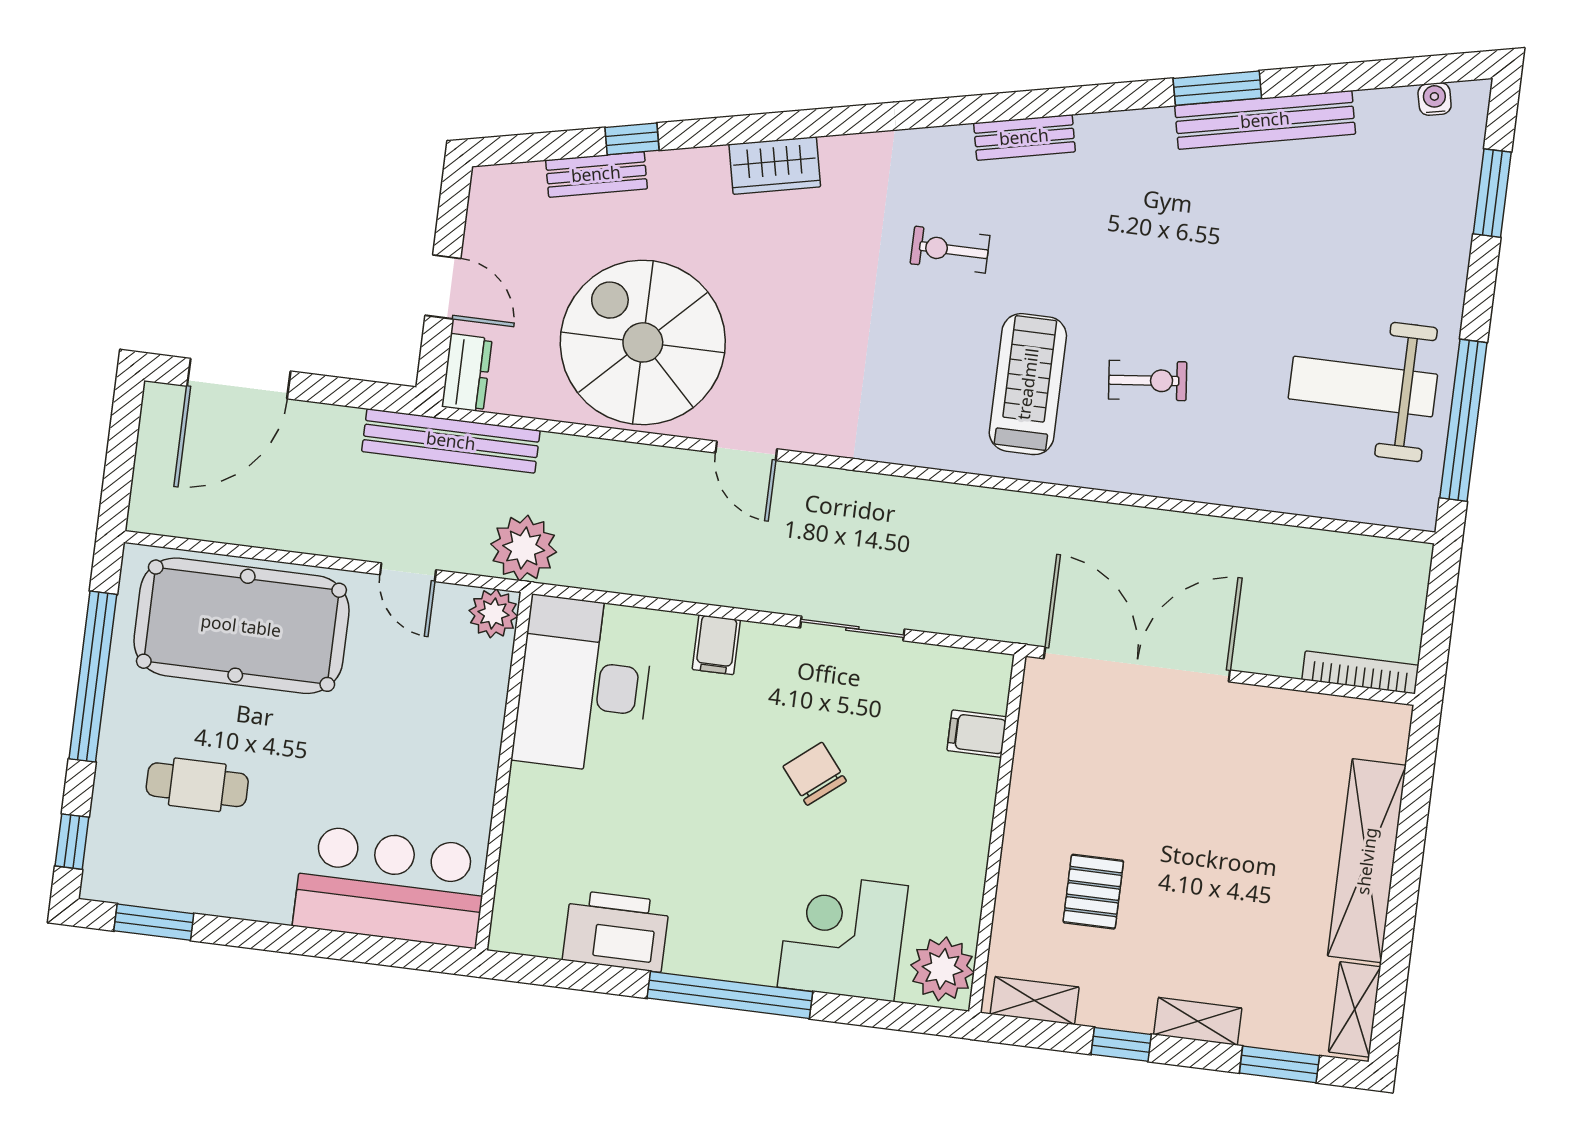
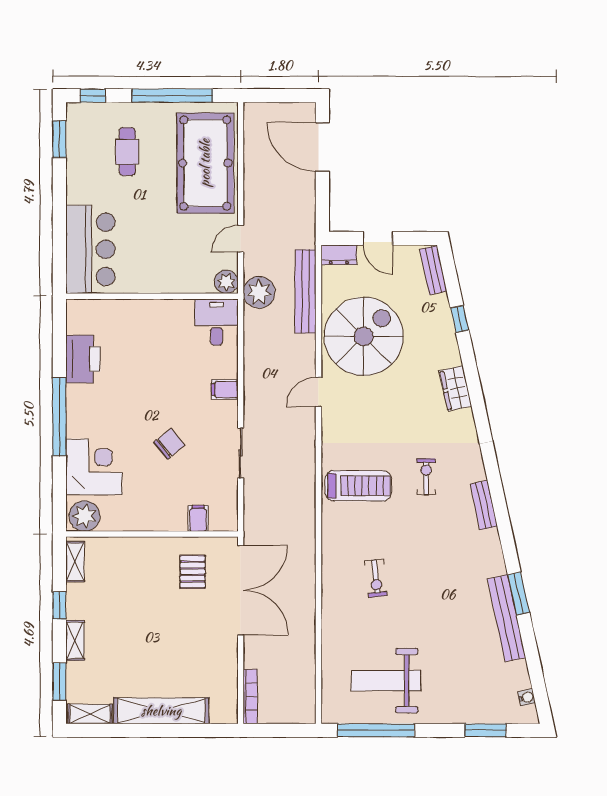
bench: (596, 174) -> (433, 270), moved
door: (443, 287) -> (378, 238), hinge flipped
treadmill: (1028, 384) -> (358, 486), moved
weight bench: (1363, 387) -> (386, 681), turned -90
bench: (451, 441) -> (305, 291), moved
desk: (584, 685) -> (217, 322), width x0.53, depth x0.77
pallet: (1093, 892) -> (193, 572), moved, turned 90

